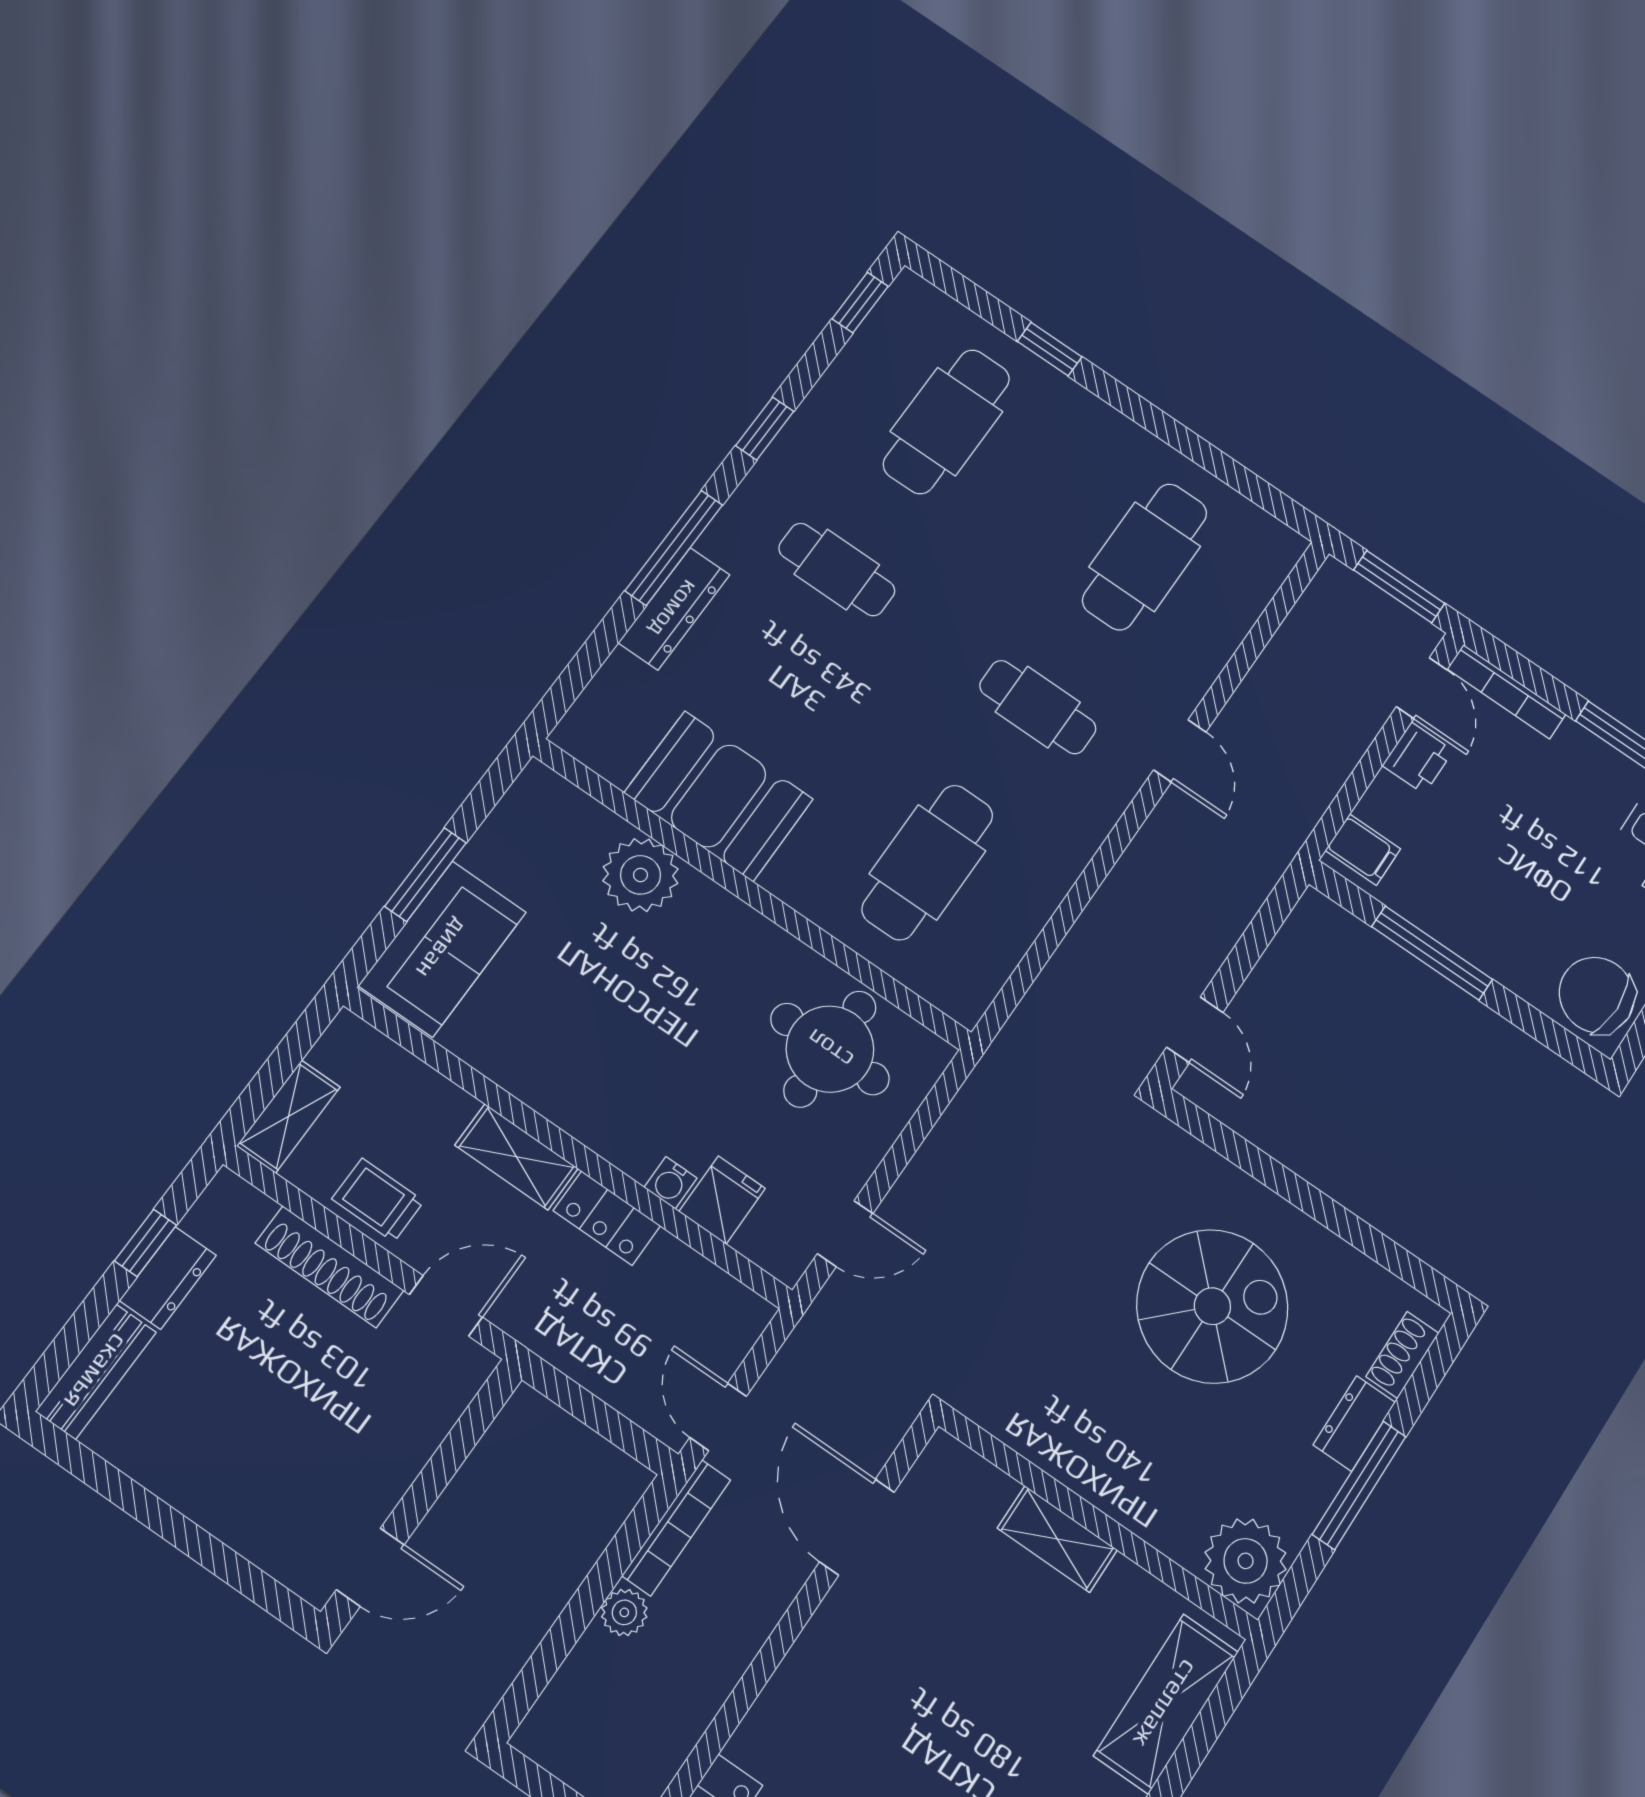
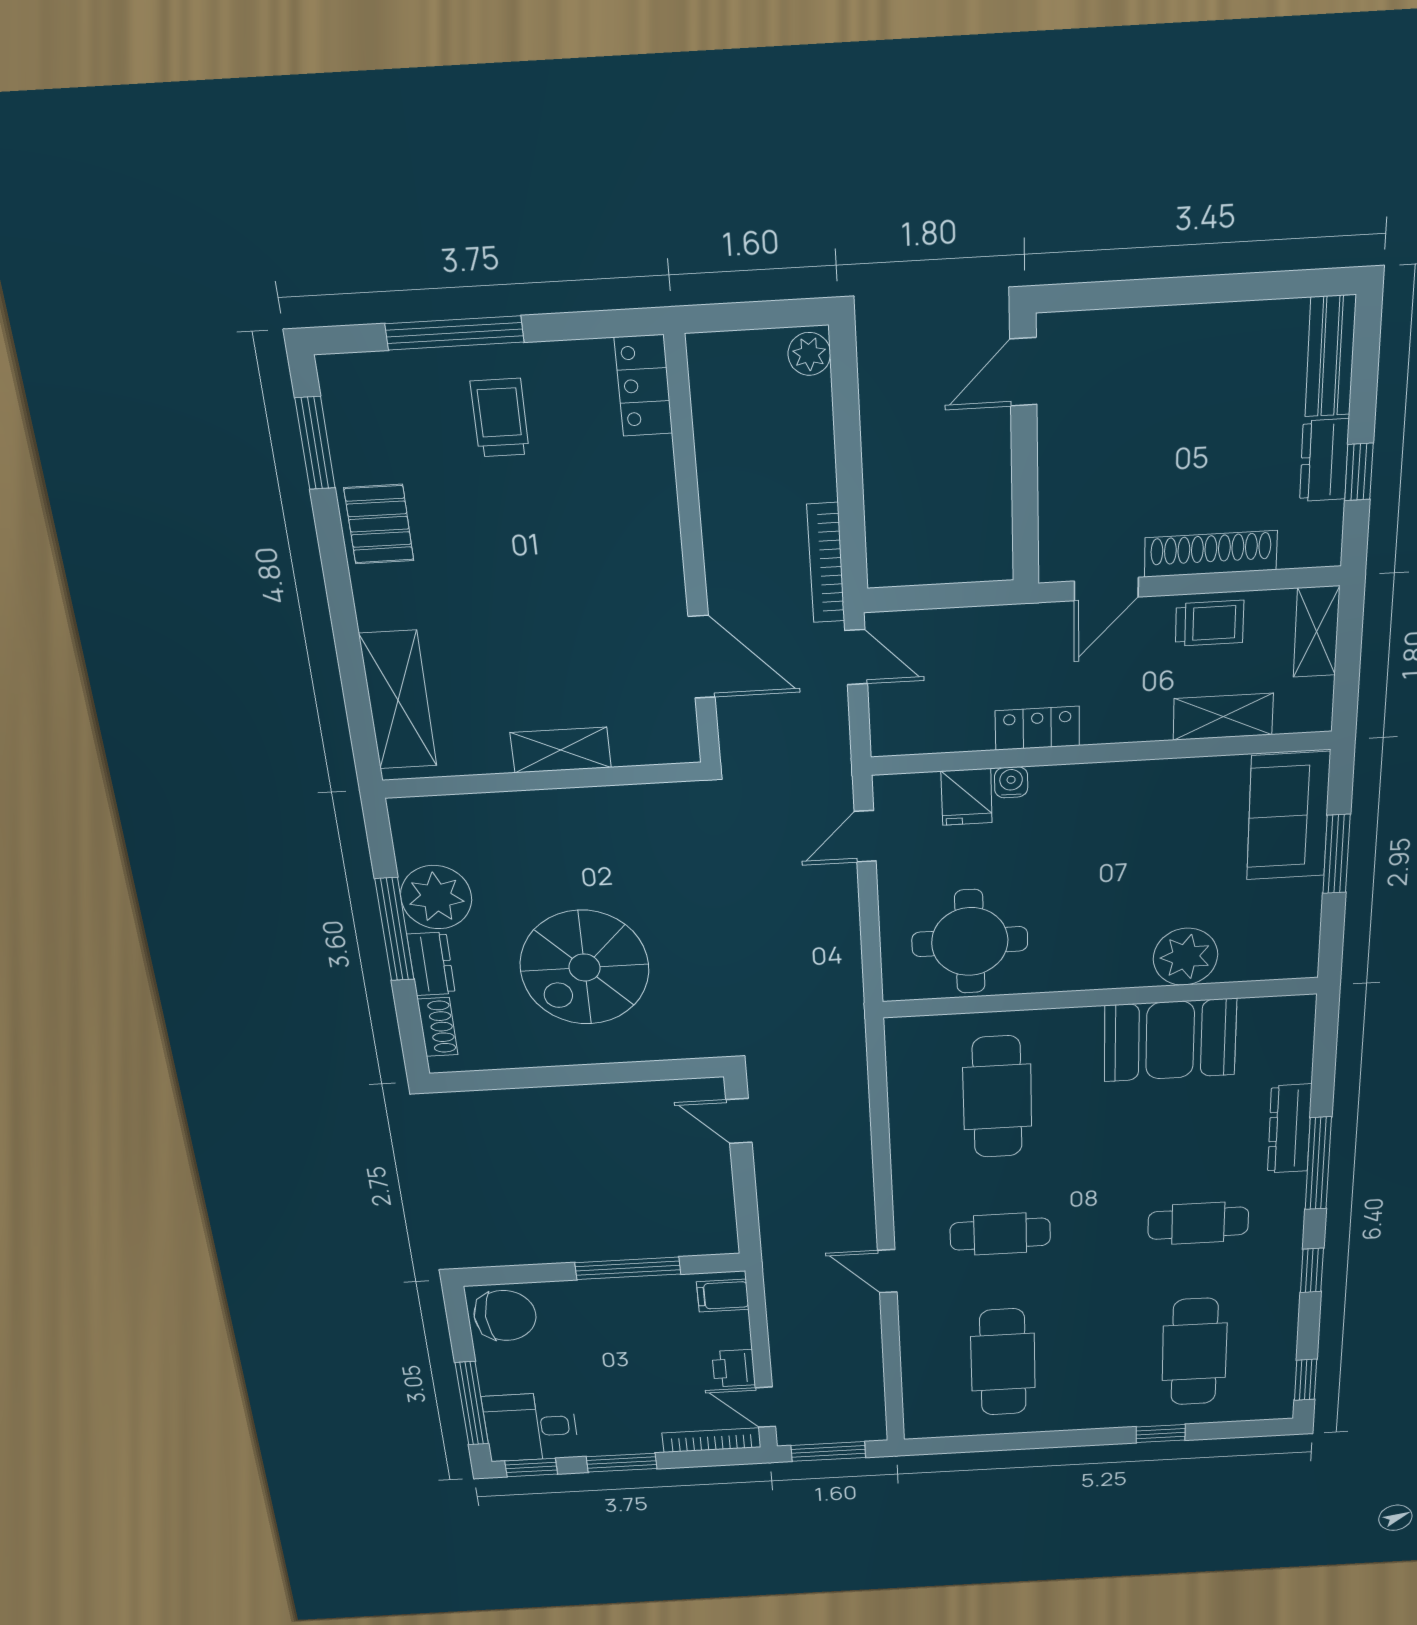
shelving: (516, 1157) -> (1223, 717), moved
plant: (1246, 1561) -> (436, 897), moved
plant: (624, 1612) -> (809, 354), moved

